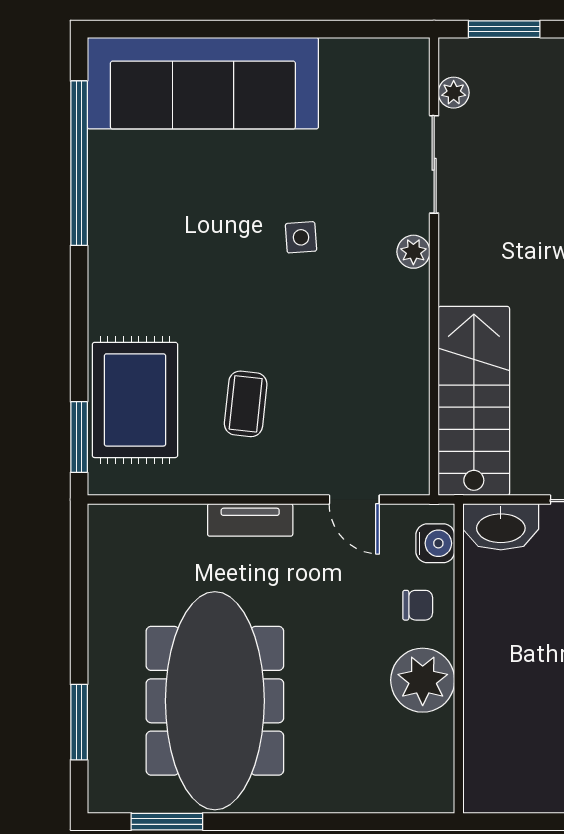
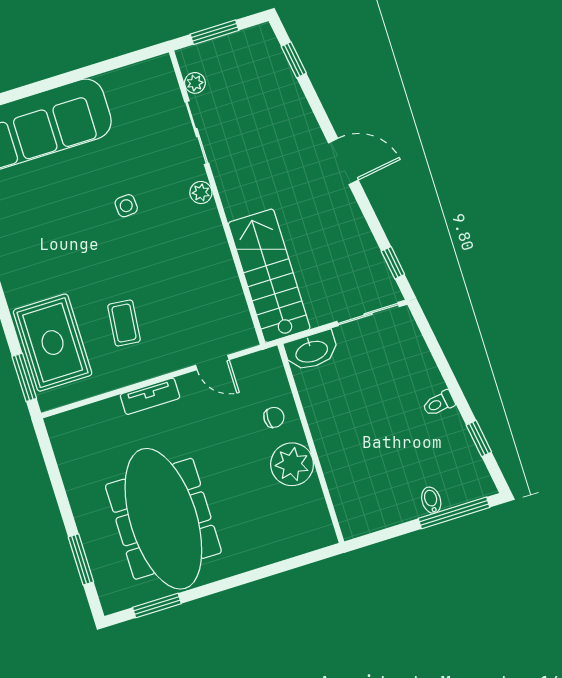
water cooler: (435, 543) -> (273, 374), removed

